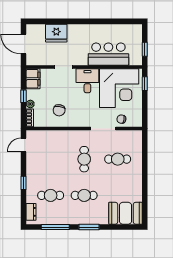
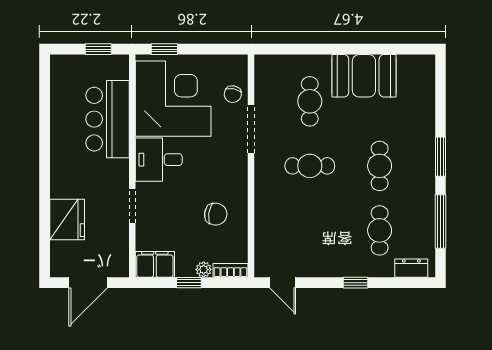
booth: (125, 213) -> (364, 76), moved, turned 90

